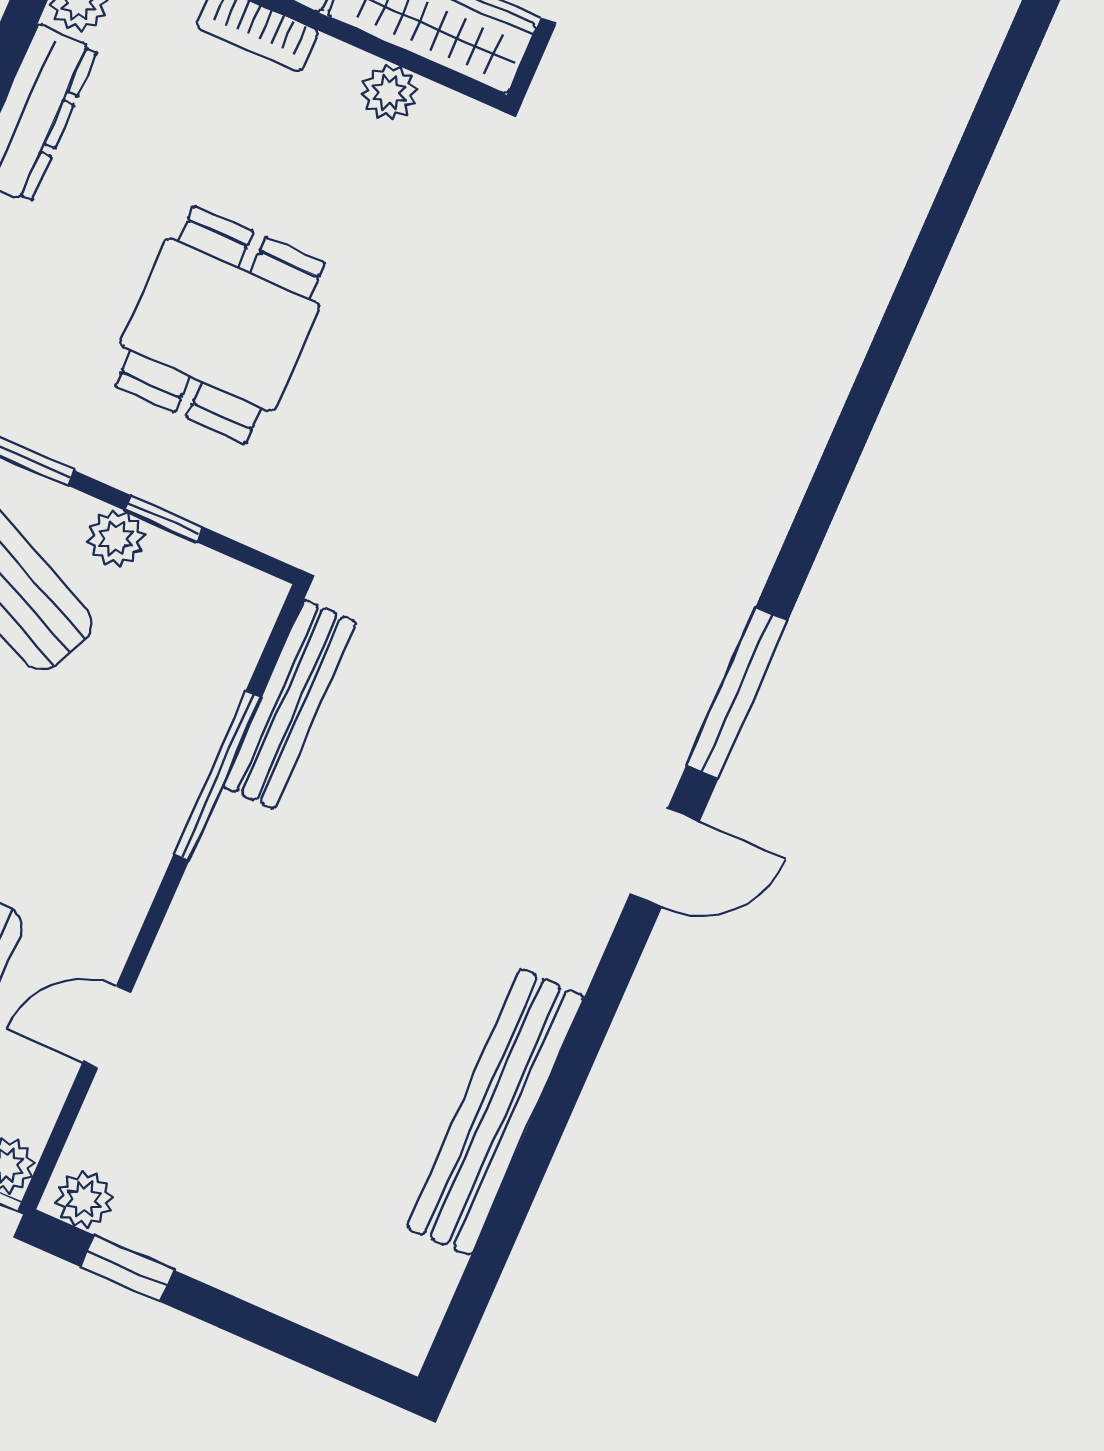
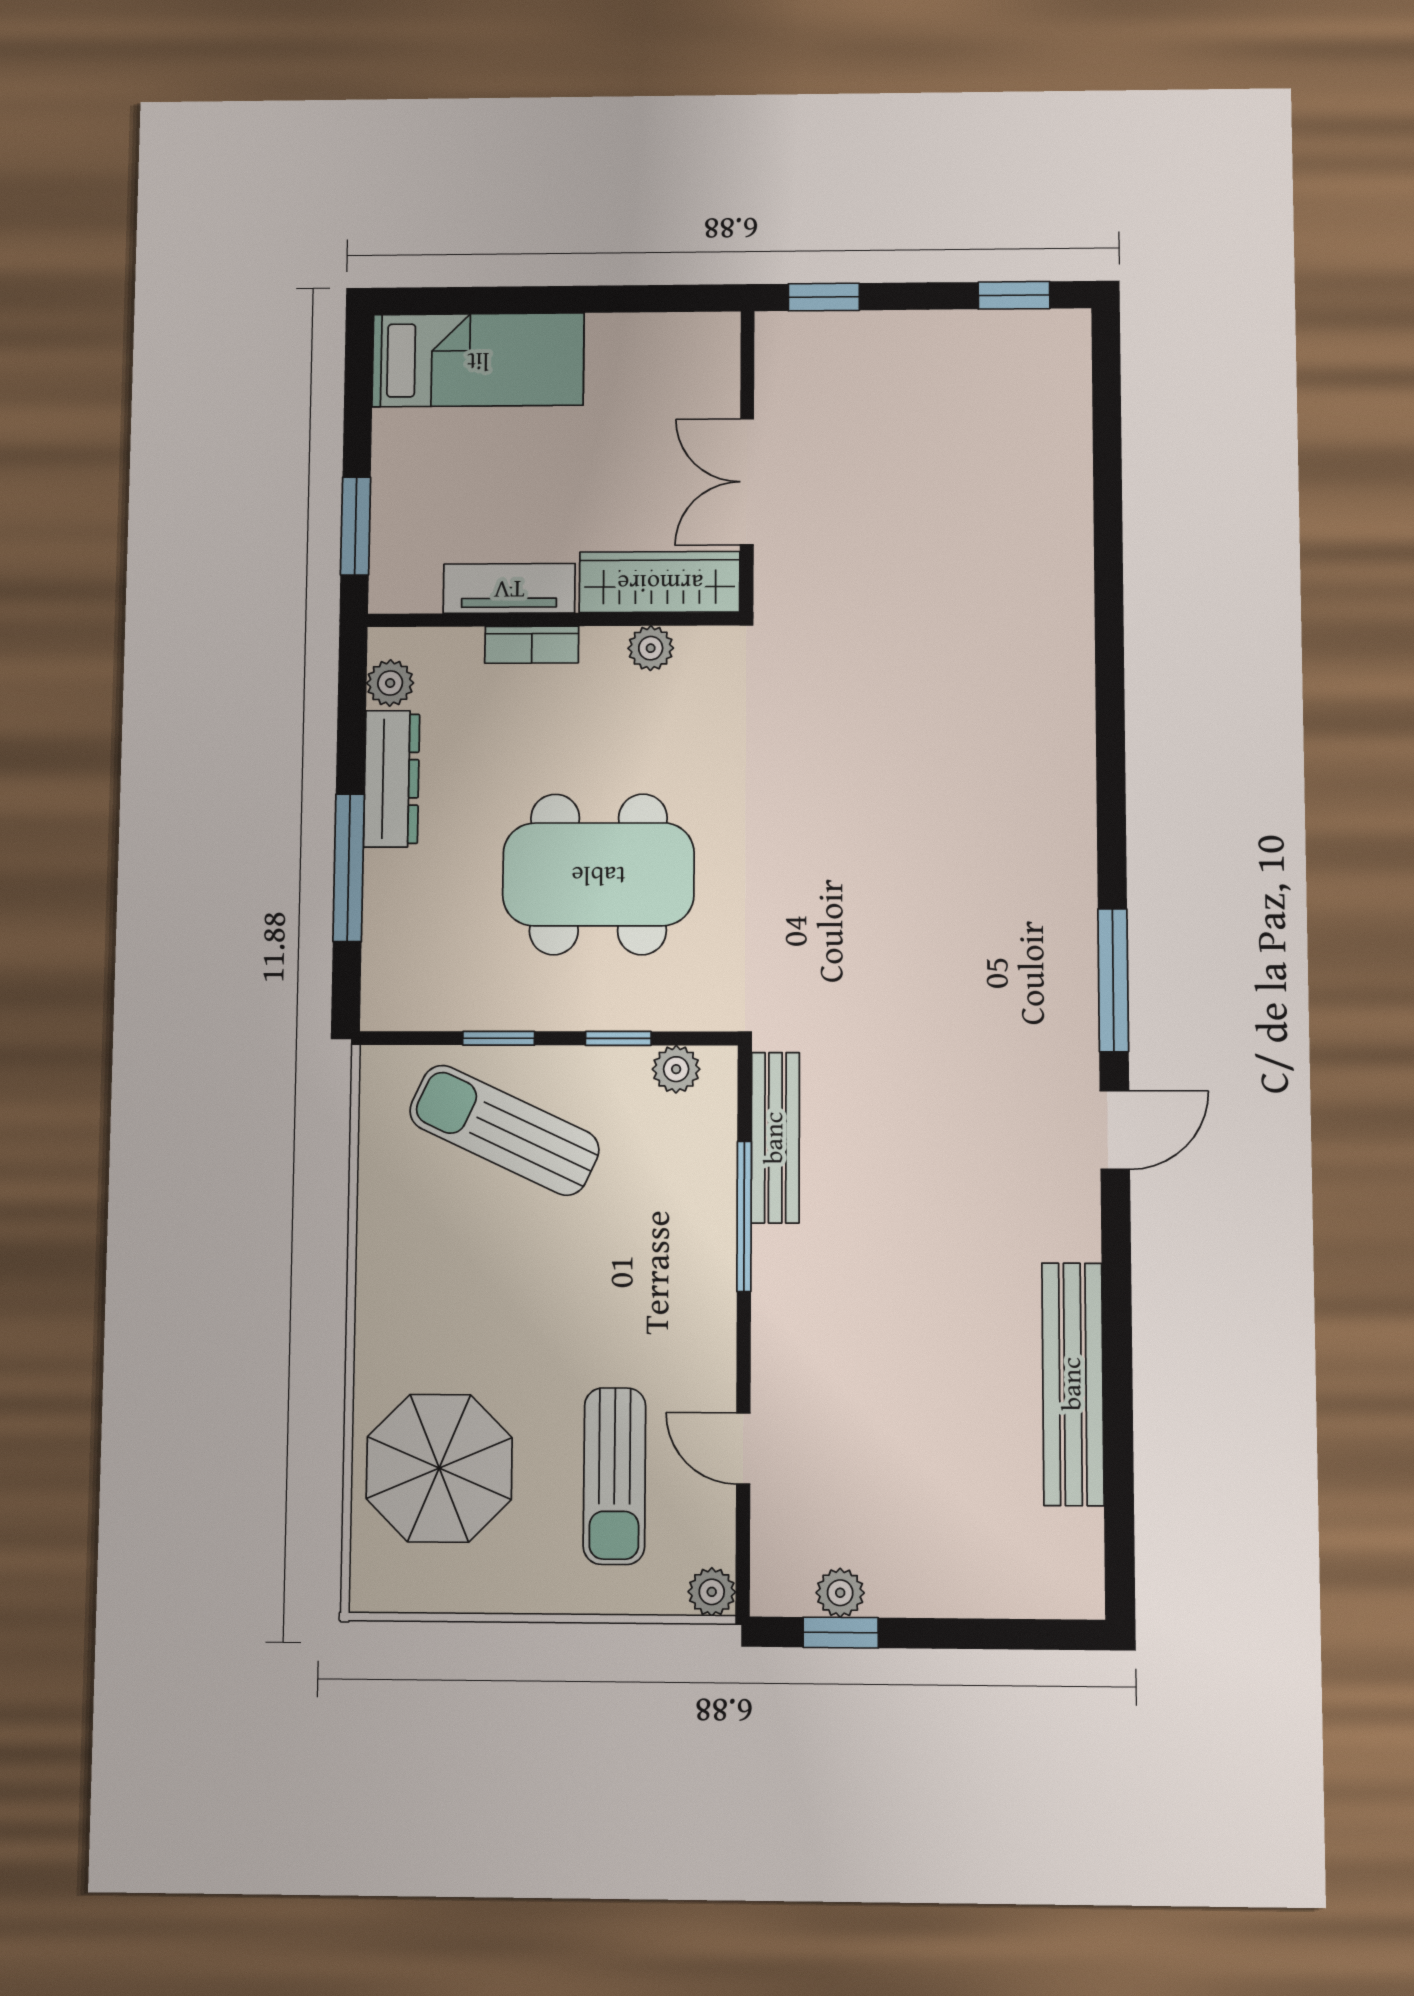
dining table: (220, 324) -> (598, 874), width x1.38
plant: (116, 538) -> (676, 1069), moved
door: (107, 1027) -> (743, 1449), hinge flipped
plant: (84, 1199) -> (840, 1593), moved

